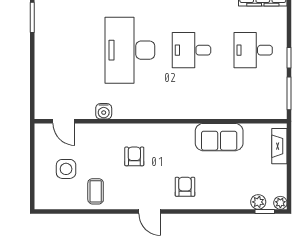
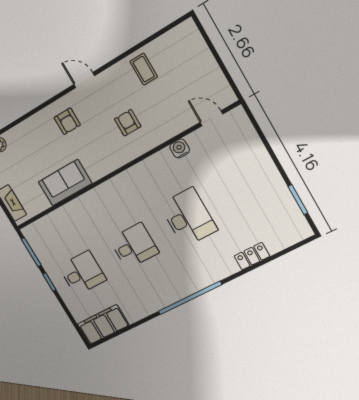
desk: (130, 50) -> (188, 217), width x0.73, depth x0.77
armchair: (134, 156) -> (128, 123), turned 180
side table: (66, 169) -> (183, 74), removed

